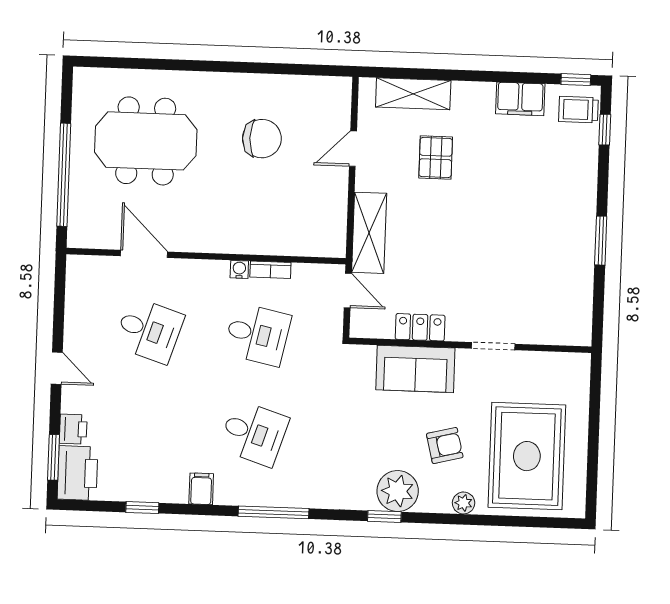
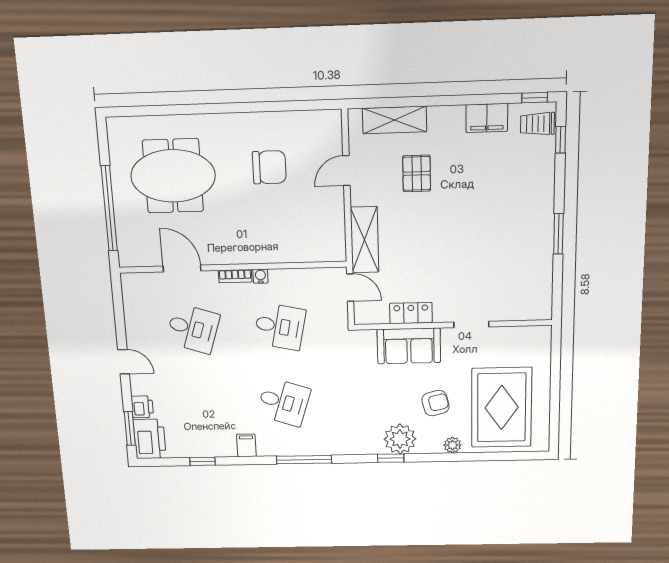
bookcase: (270, 270) -> (235, 276), moved

